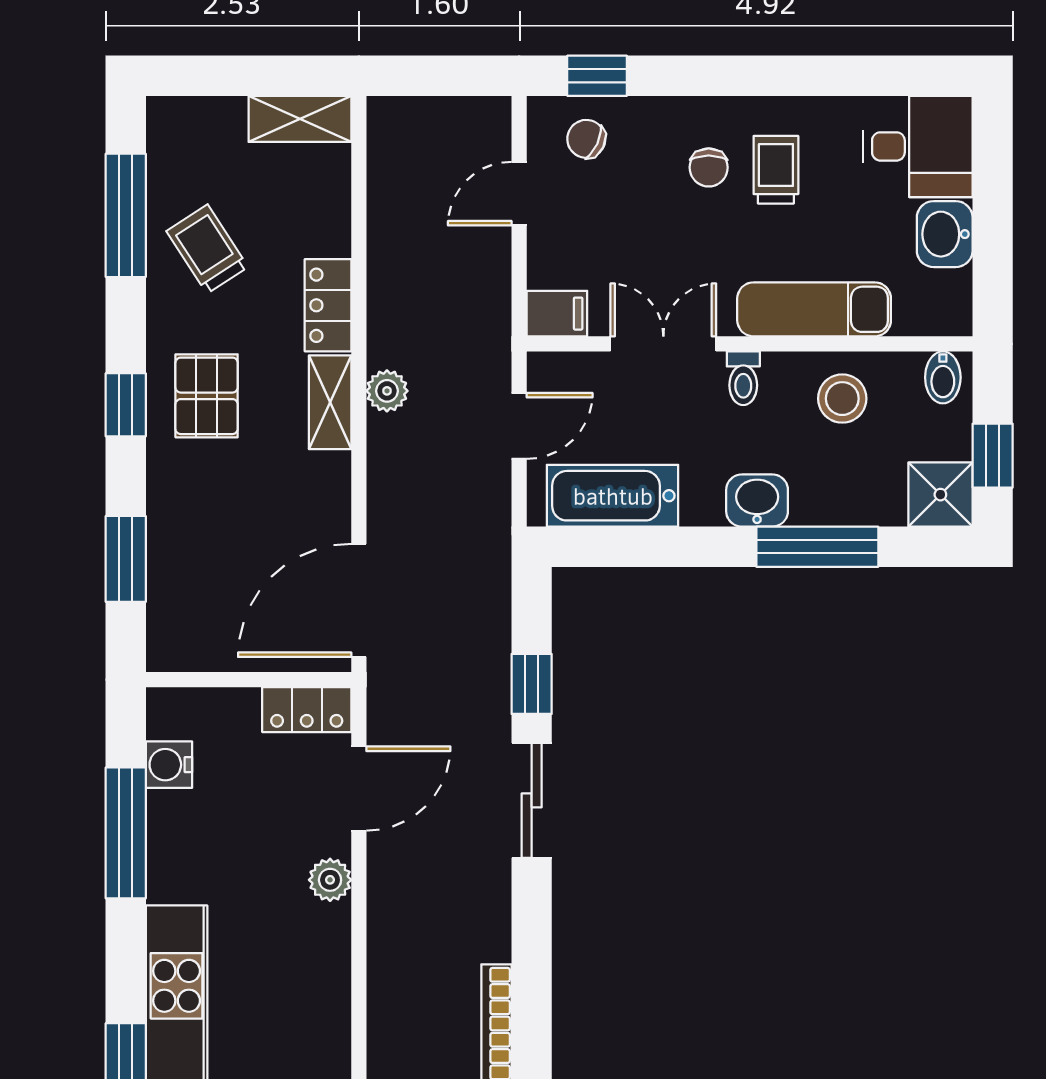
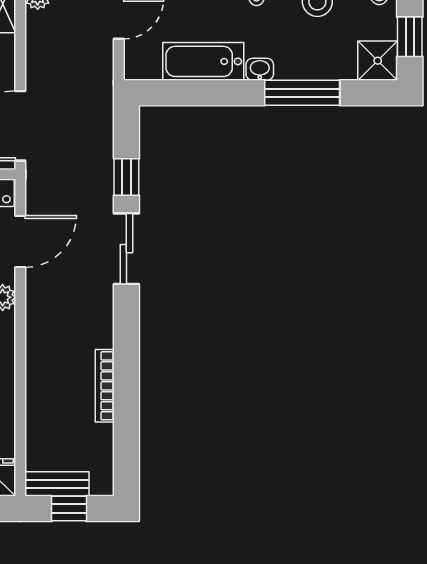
bathtub: (613, 496) -> (203, 61), moved
washbasin: (757, 501) -> (260, 69), width x0.72, depth x0.69

